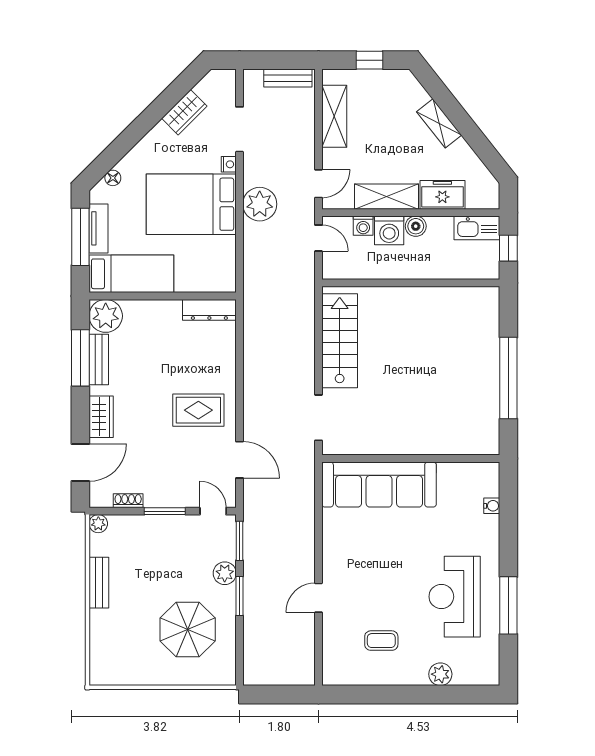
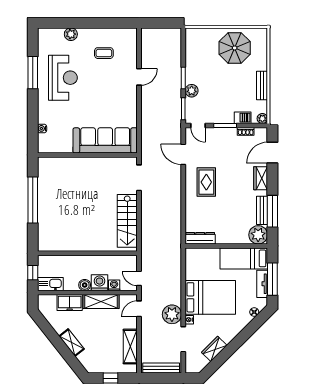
bench: (288, 78) -> (161, 368), width x1.36
plant: (260, 204) -> (172, 314), moved
rug: (198, 410) -> (206, 182), turned 90
barbecue: (134, 525) -> (243, 118), added
parasol: (188, 629) -> (235, 48), moved

